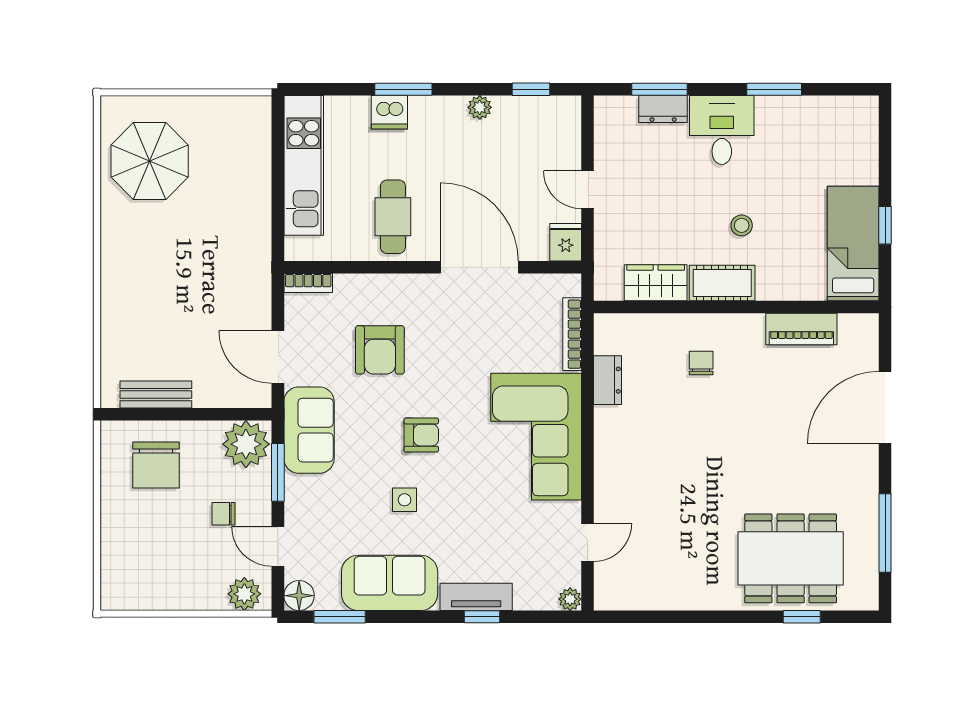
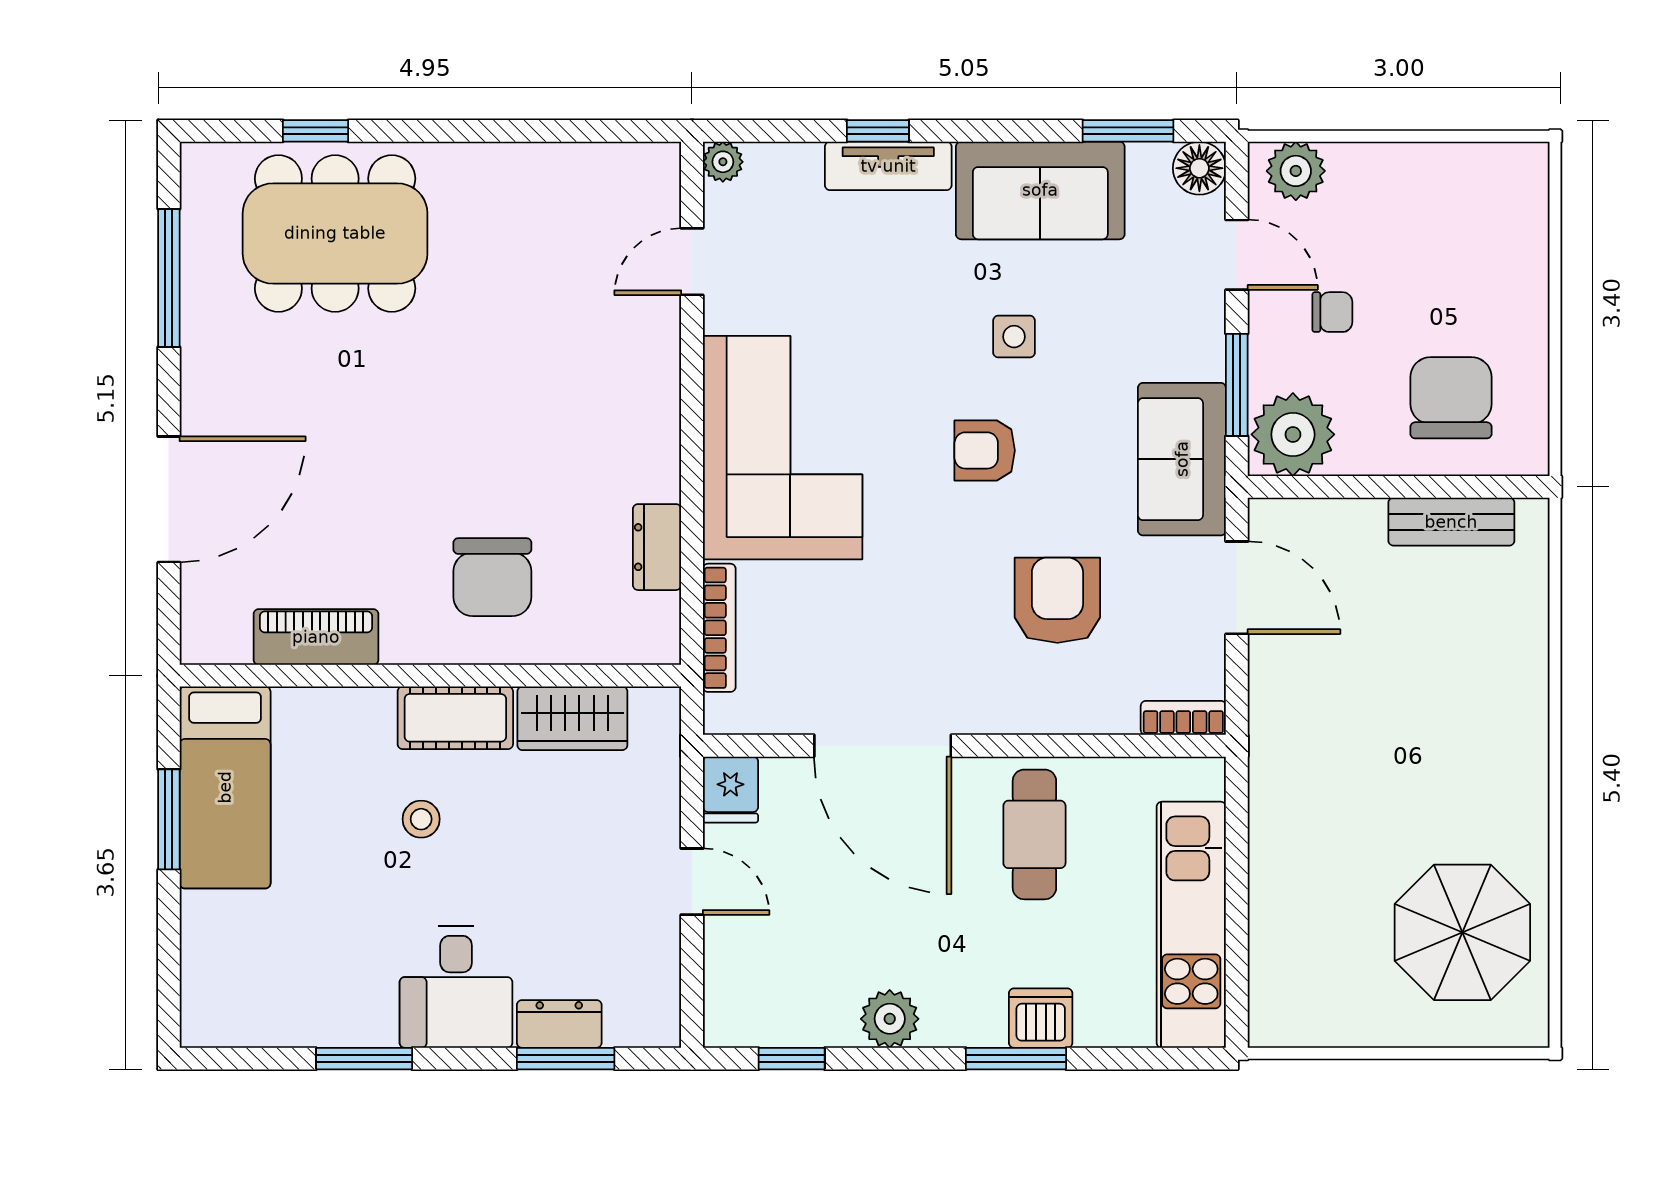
plant: (480, 107) -> (890, 1019), width x1.38, depth x1.38
window: (885, 225) -> (169, 819), width x1.50
chair: (701, 363) -> (492, 577), width x1.87, depth x1.87

